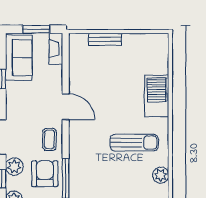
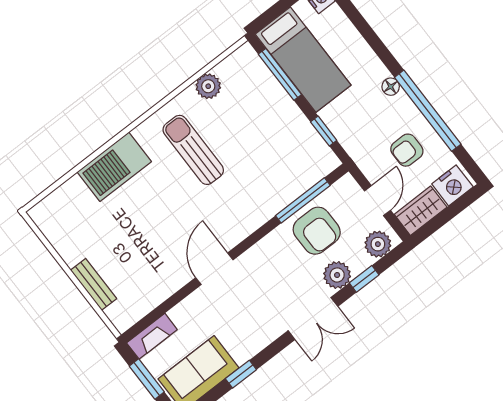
coffee table: (49, 139) -> (270, 258), removed
armchair: (45, 174) -> (317, 231), turned -90

